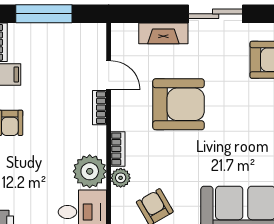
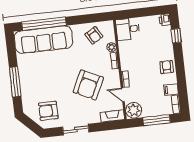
fireplace: (163, 33) -> (112, 116), moved
armchair: (179, 104) -> (88, 85), turned -64
plant: (90, 171) -> (134, 110), moved

